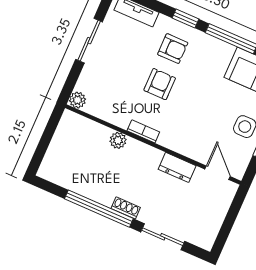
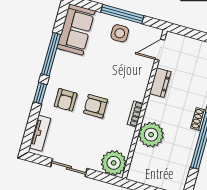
armchair: (173, 49) -> (66, 100), turned 180
plant: (77, 100) -> (114, 163), width x1.88, depth x1.88
plant: (118, 140) -> (151, 135), width x1.87, depth x1.87

